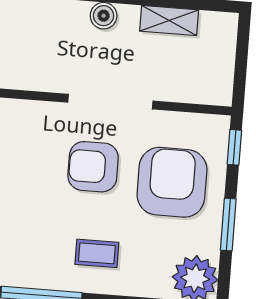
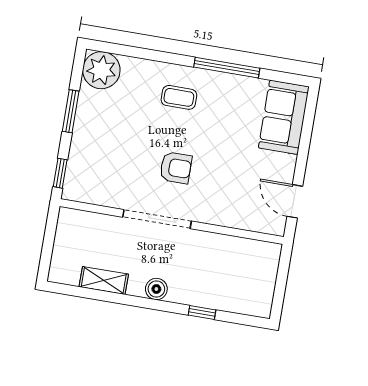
armchair: (93, 167) -> (176, 168), width x0.72, depth x0.72
armchair: (172, 182) -> (113, 149), removed

